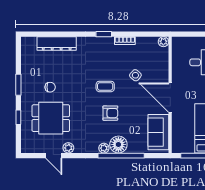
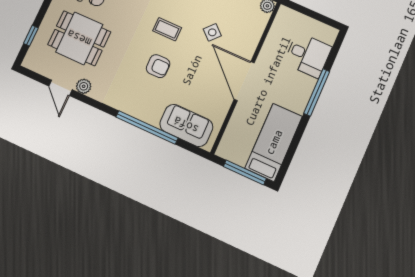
window: (18, 117) -> (31, 36), moved
sofa: (158, 132) -> (186, 125), moved, turned 90
floor lamp: (118, 144) -> (150, 111), removed
plant: (104, 148) -> (129, 108), removed

